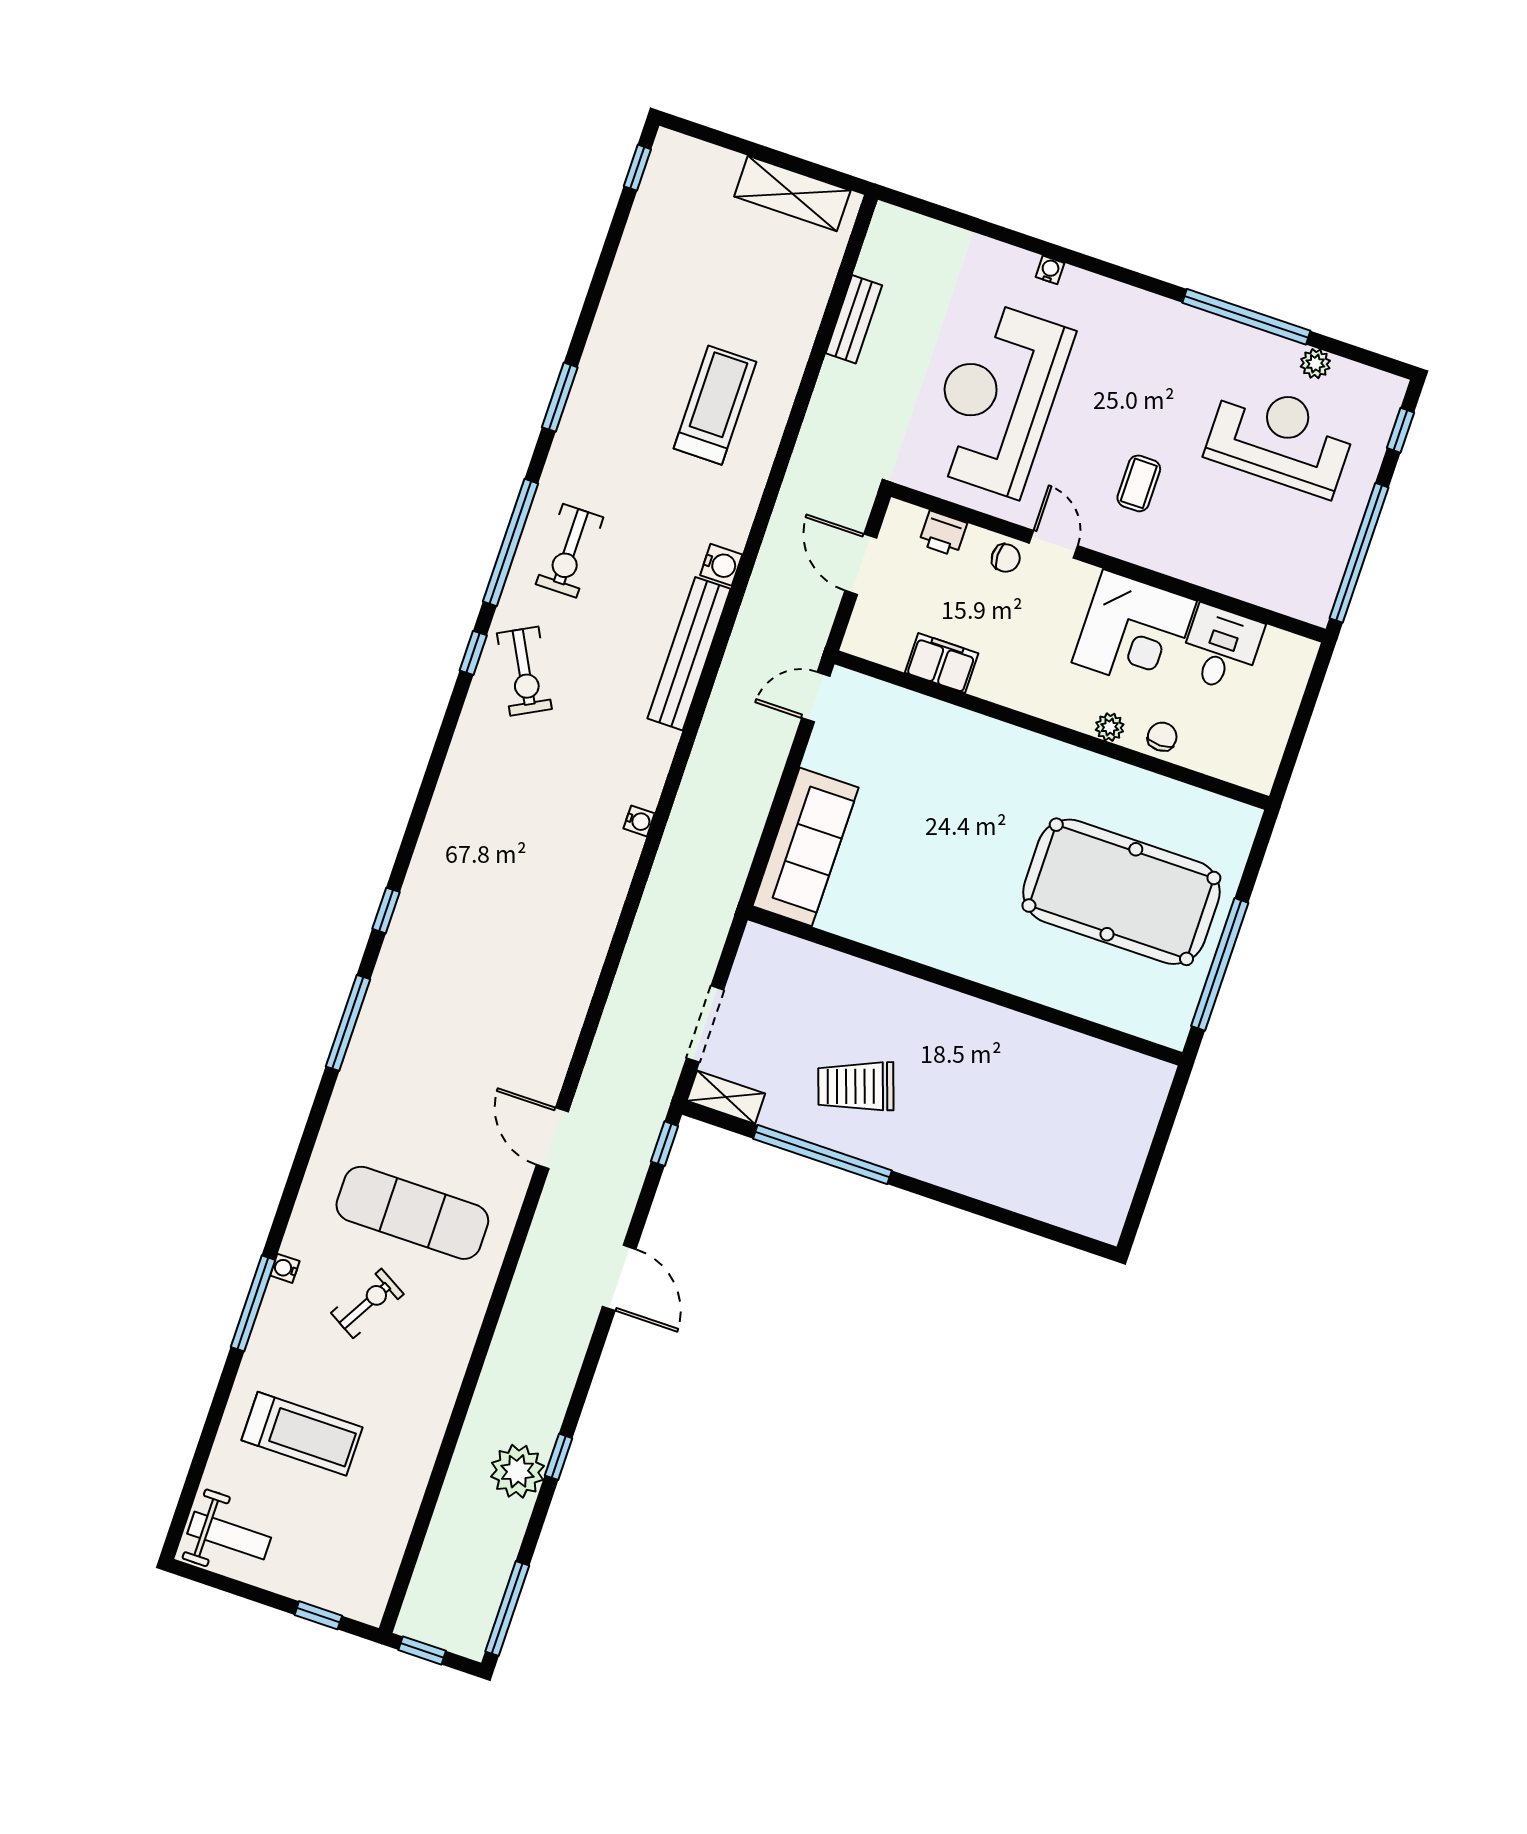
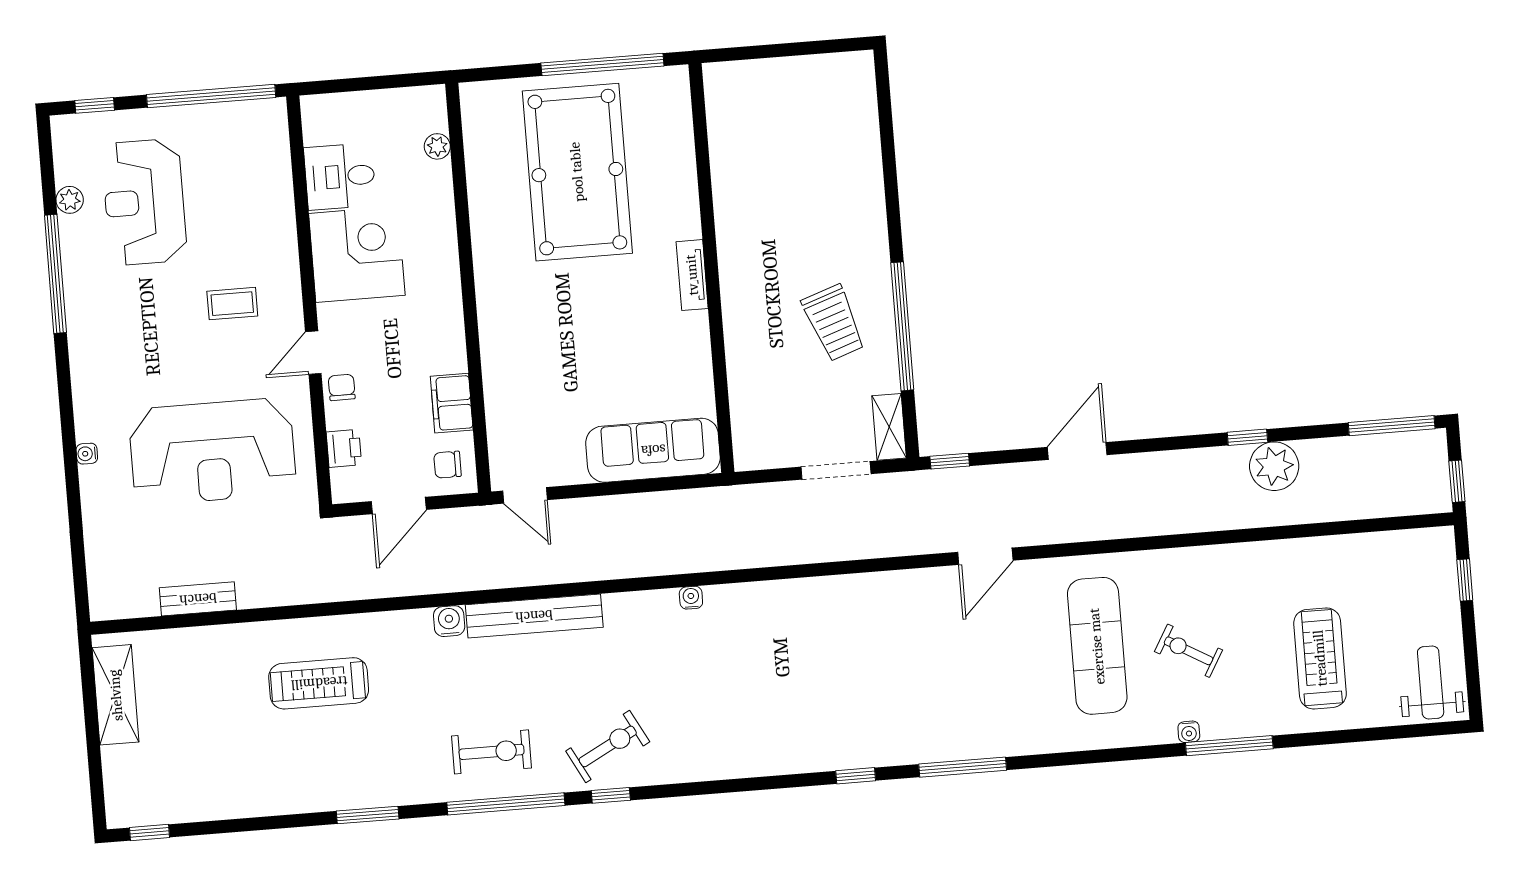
plant: (1110, 727) -> (437, 146), moved
chair: (1162, 737) -> (448, 465), moved
tv unit: (966, 963) -> (692, 275), added

